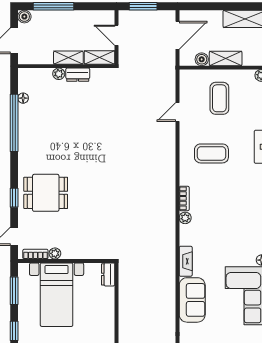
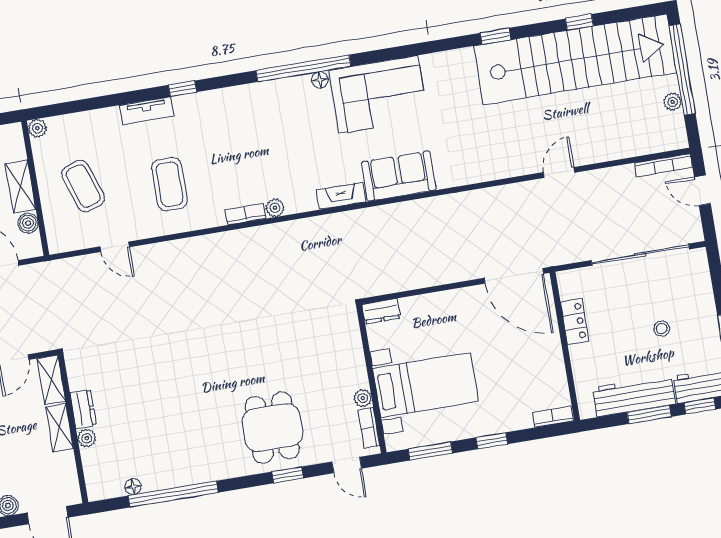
coffee table: (219, 98) -> (83, 186), turned 72

